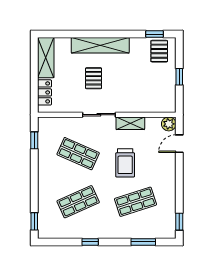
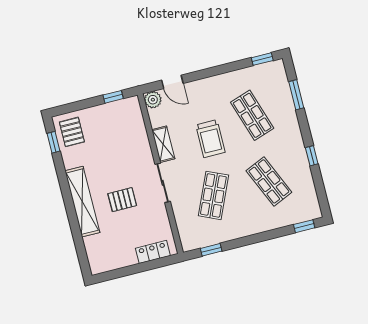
pallet: (159, 51) -> (72, 132), turned 90
shelving: (46, 58) -> (112, 261), removed
window: (179, 77) -> (113, 97), moved
trolley: (125, 163) -> (210, 139), turned 90

